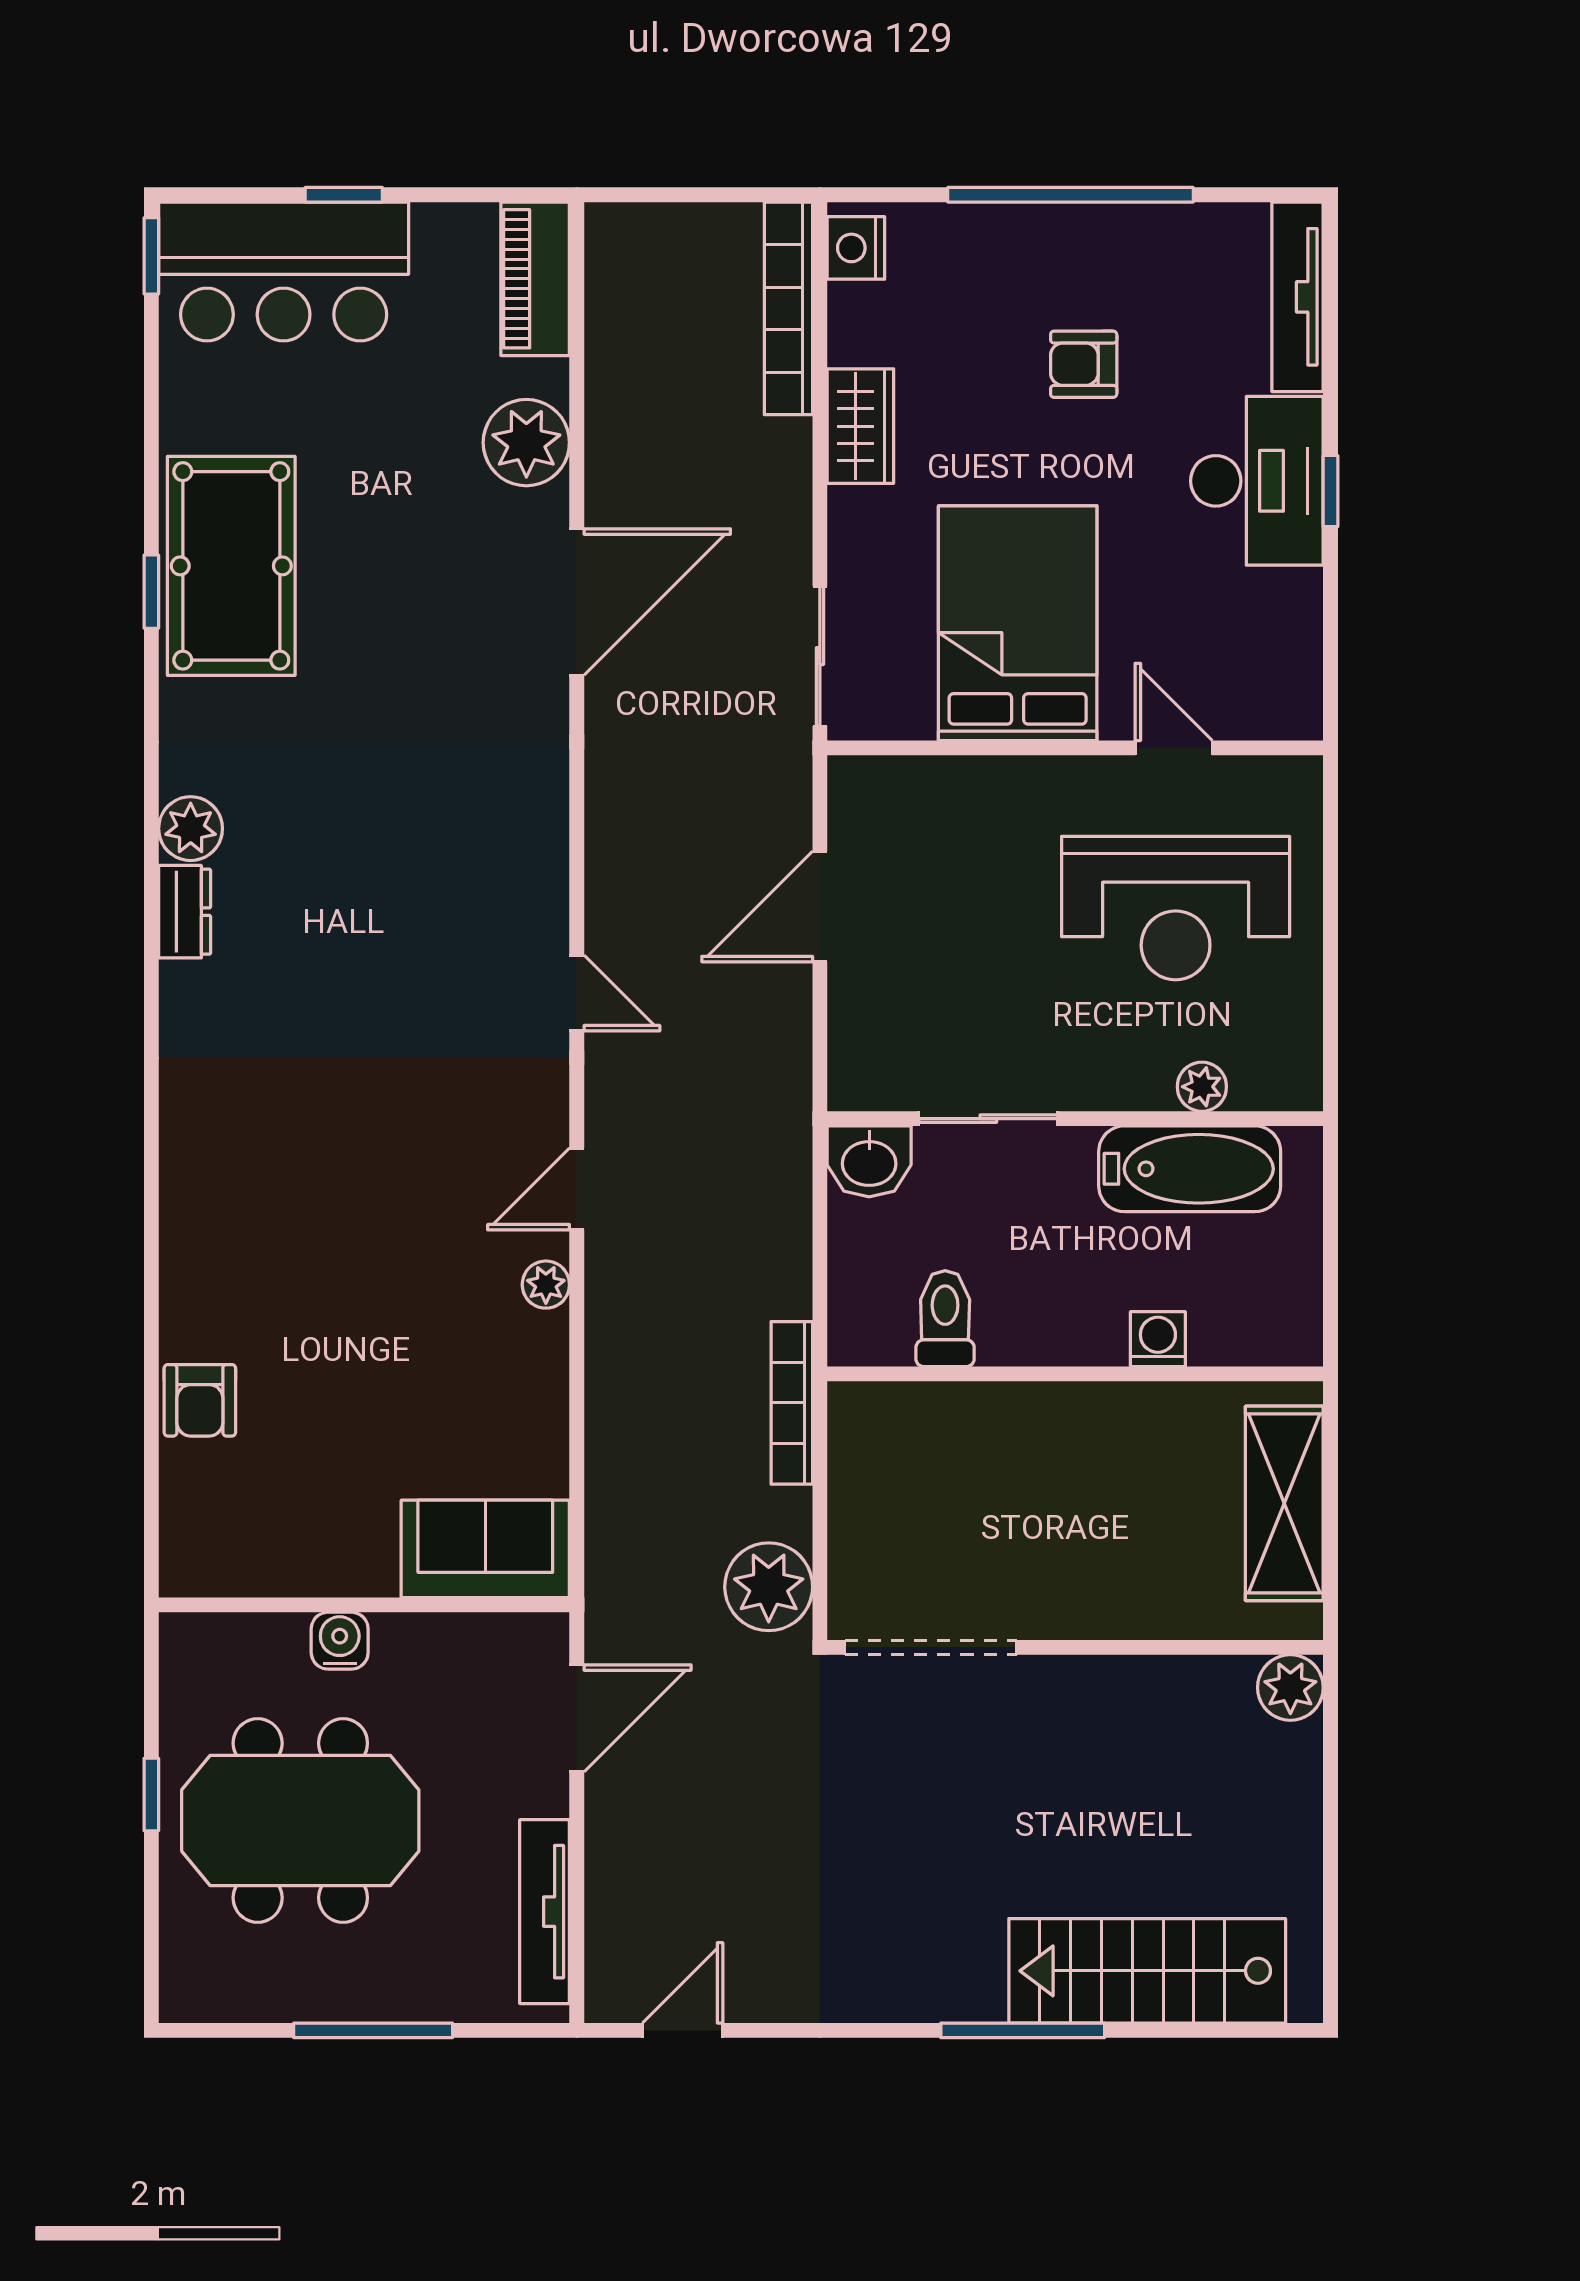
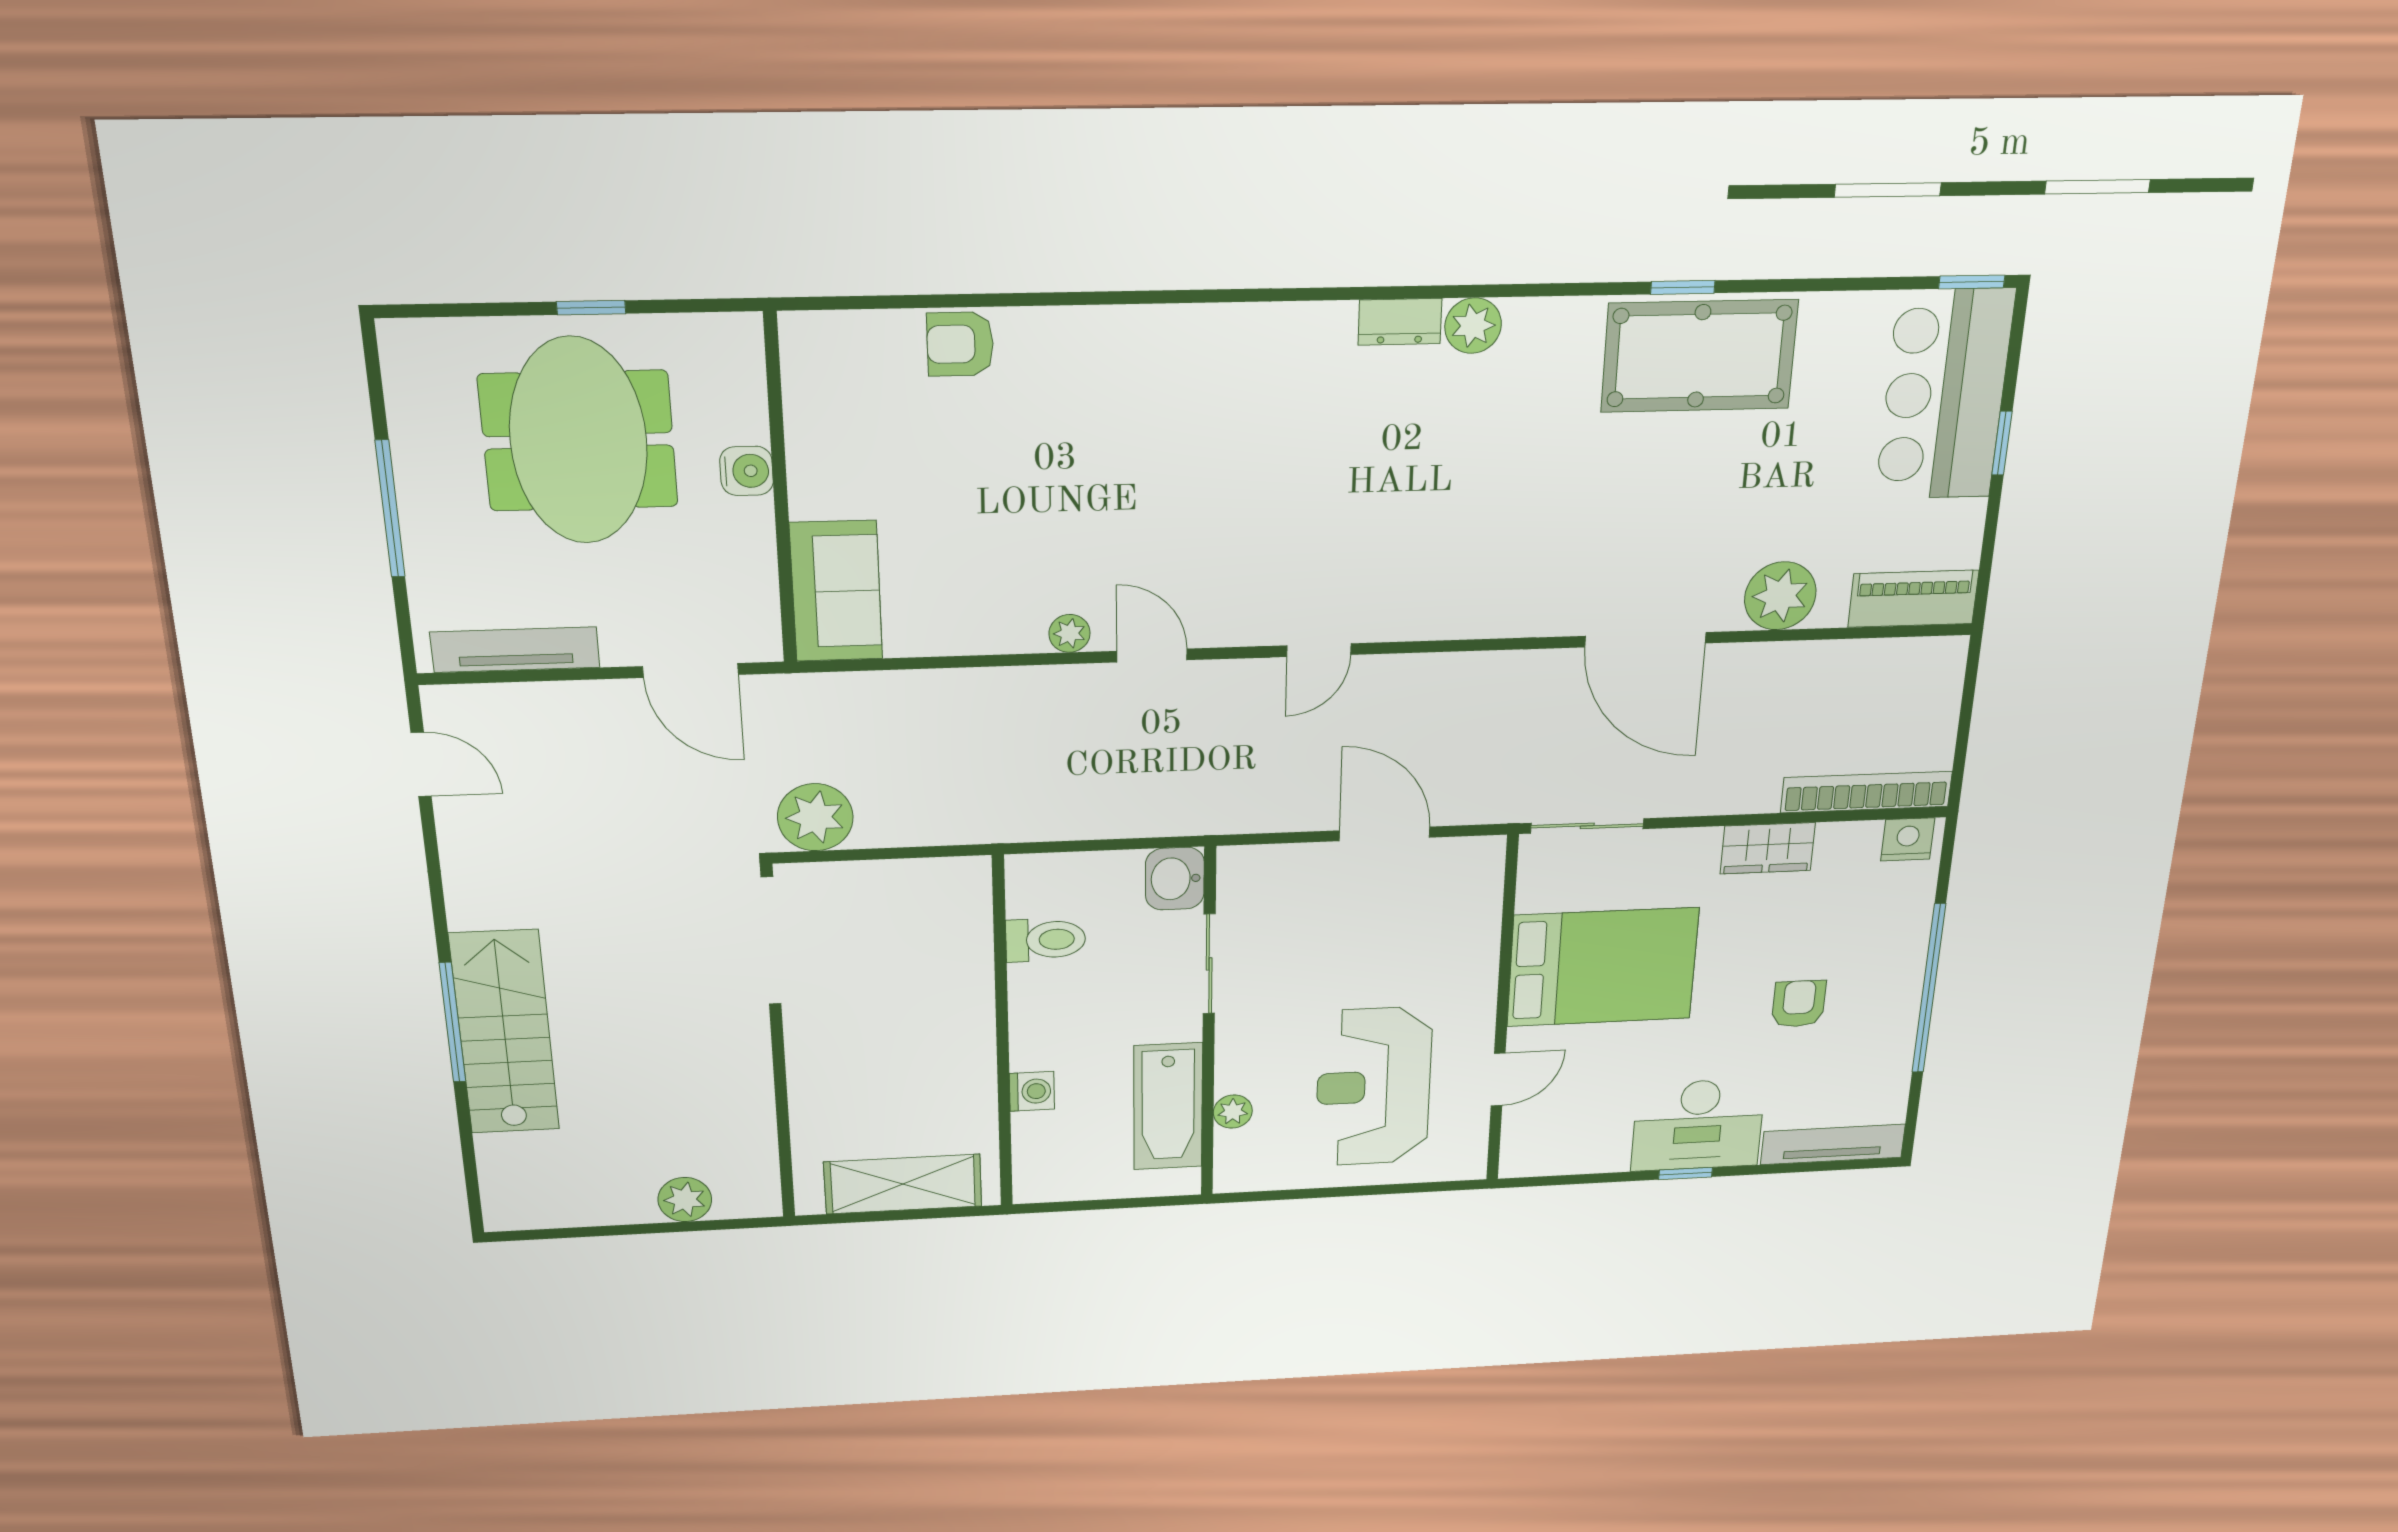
bookcase: (792, 1403) -> (973, 829), removed
plant: (1290, 1688) -> (685, 1200), moved
stairs: (1147, 1971) -> (505, 1032), moved

